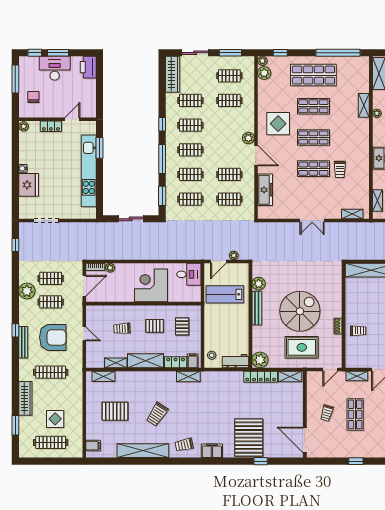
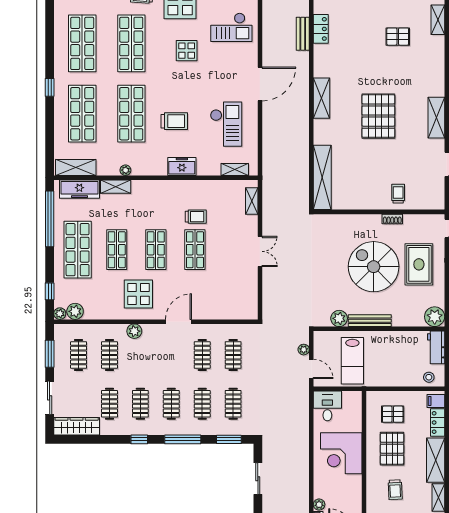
plant: (248, 138) -> (134, 331), moved
freezer: (265, 190) -> (79, 189), moved, turned 180
pallet: (155, 326) -> (392, 449), width x1.50, depth x1.42

